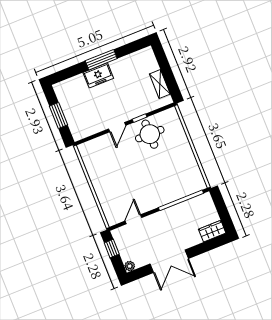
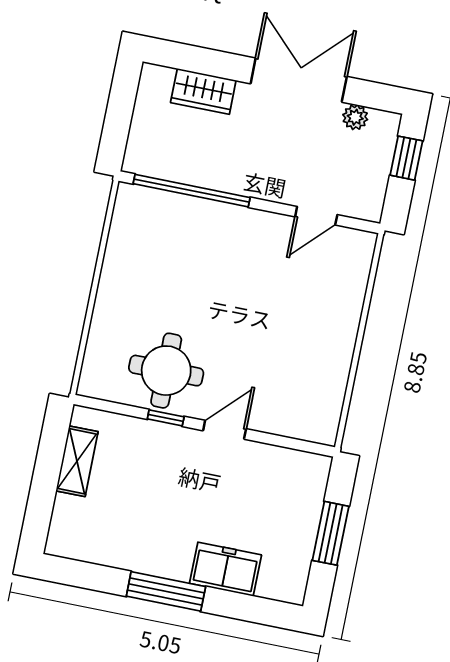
freezer: (98, 75) -> (226, 569), moved
wardrobe: (212, 231) -> (203, 91), moved
window: (112, 248) -> (406, 158), moved
plant: (130, 266) -> (355, 117), moved

